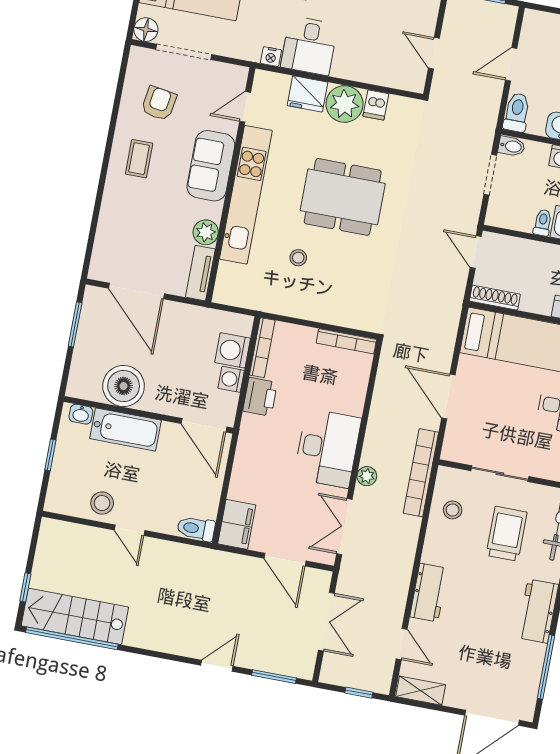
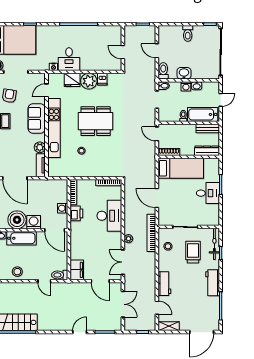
door: (511, 64) -> (157, 51), hinge flipped
washing machine: (233, 350) -> (34, 222), moved, turned 90
desk: (327, 448) -> (109, 216), moved
door: (130, 530) -> (44, 281), moved

